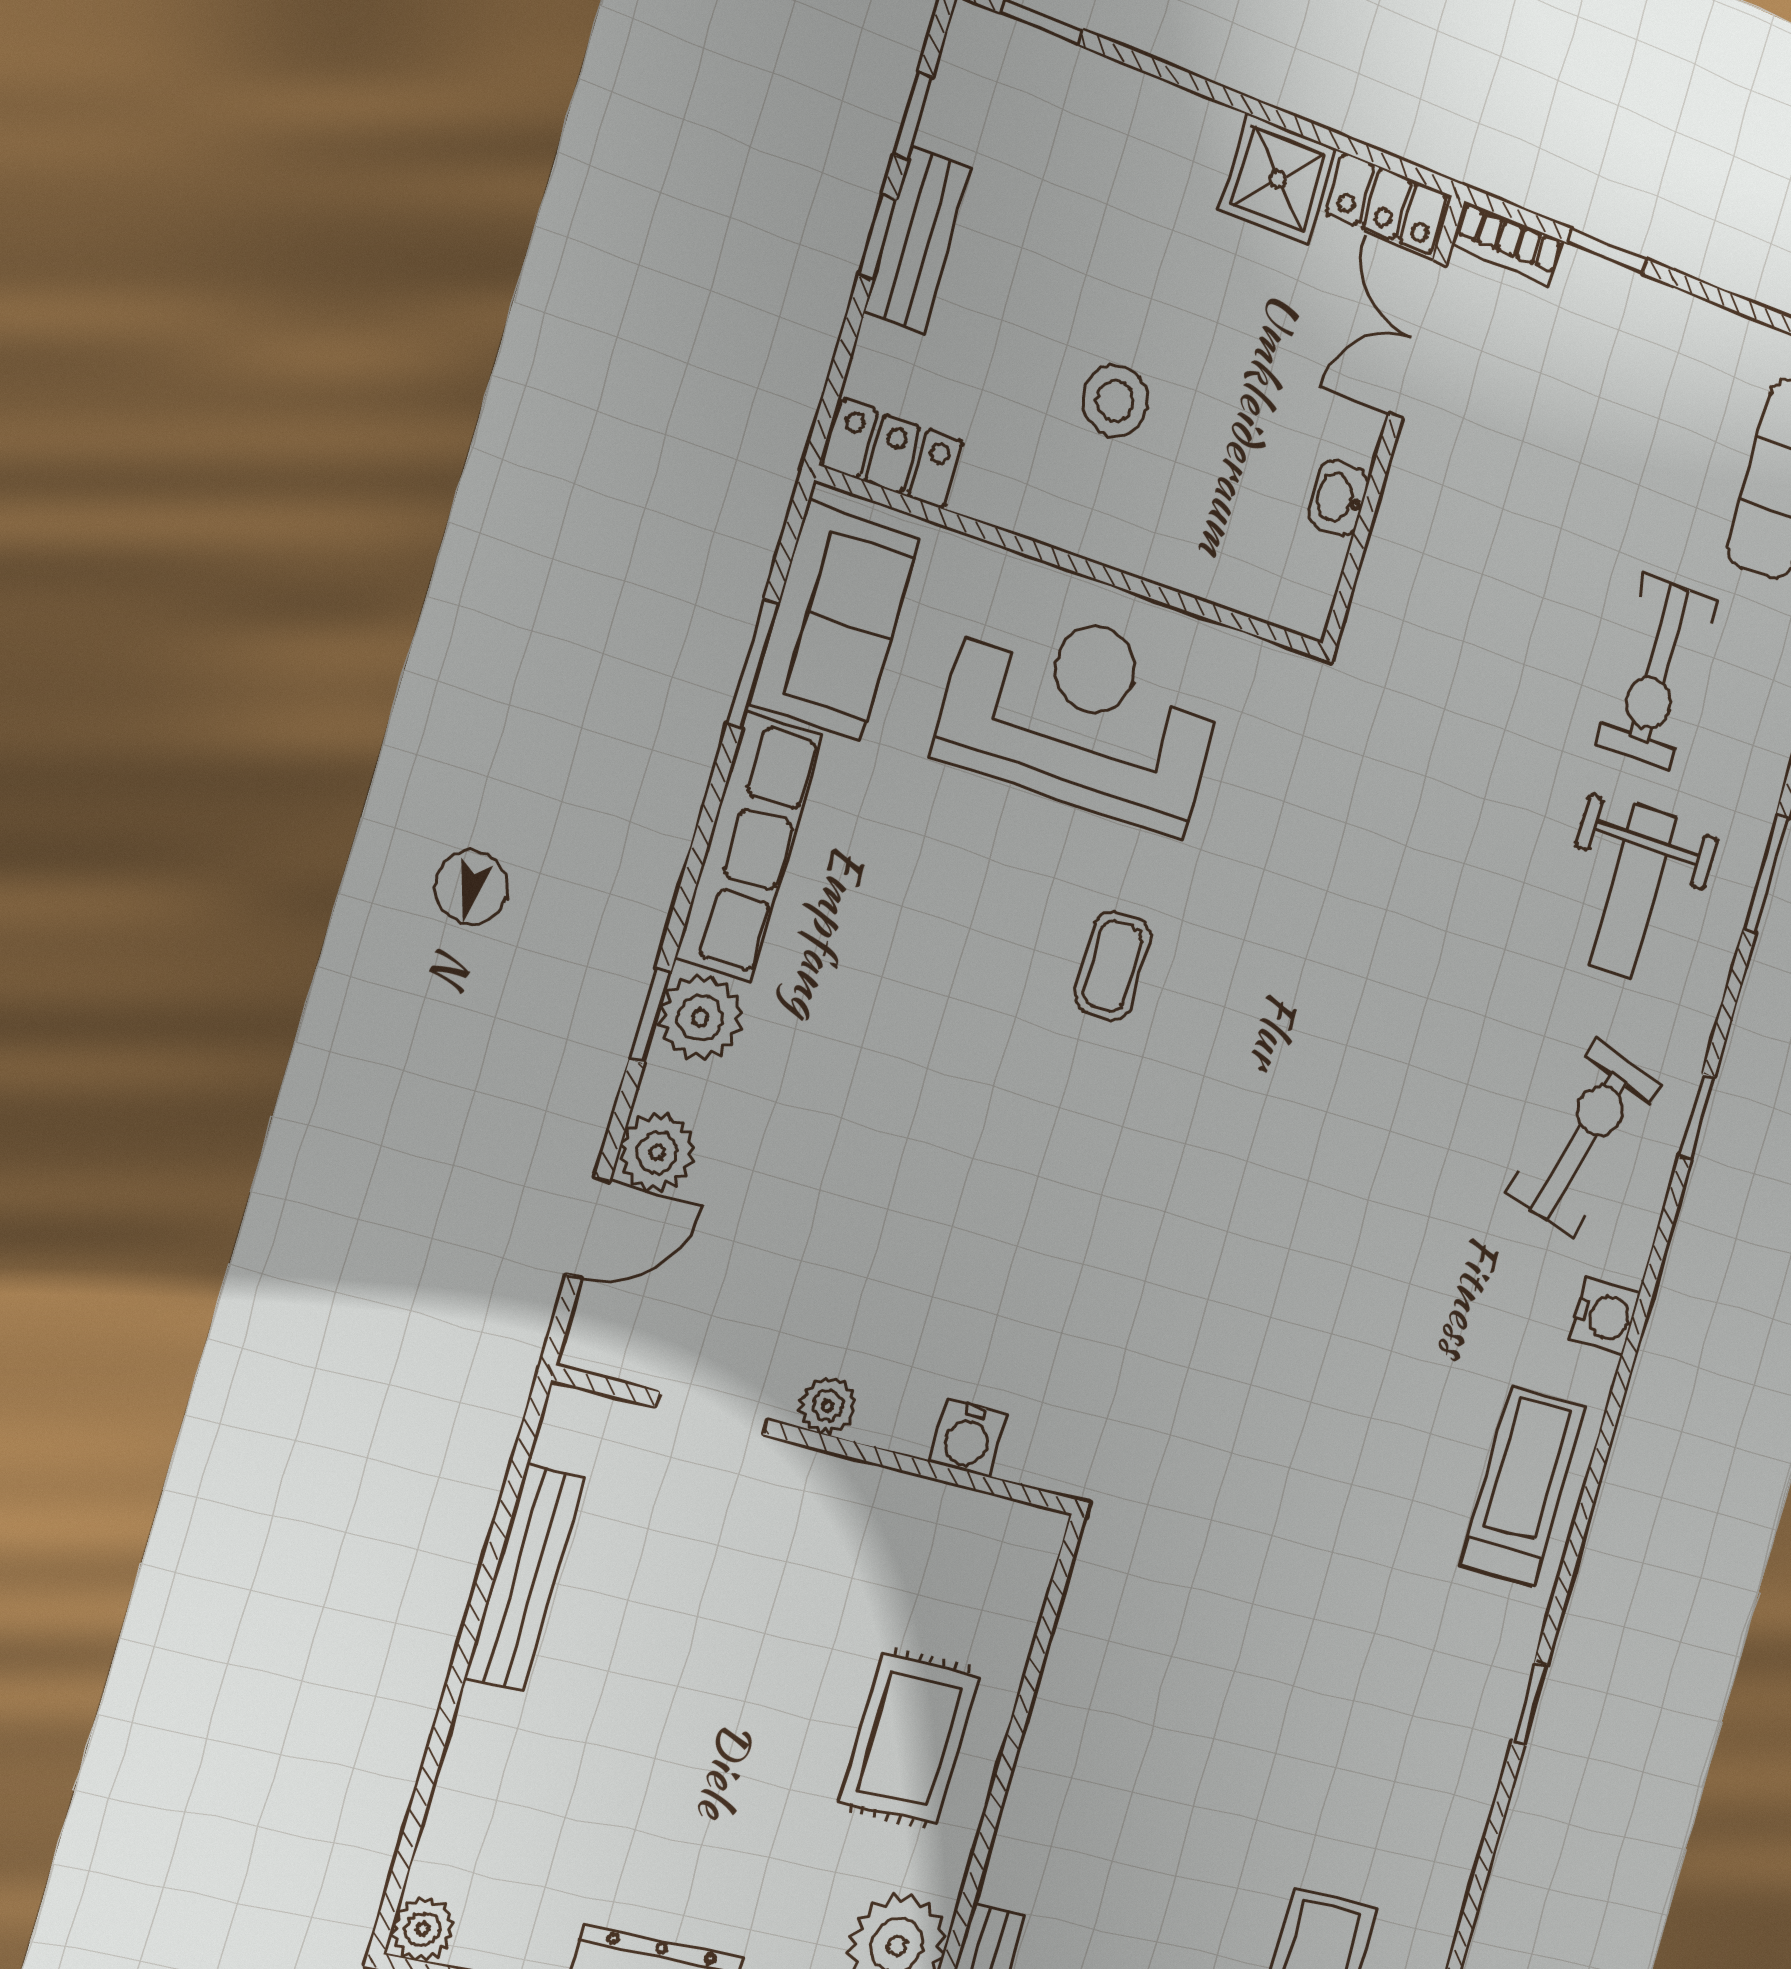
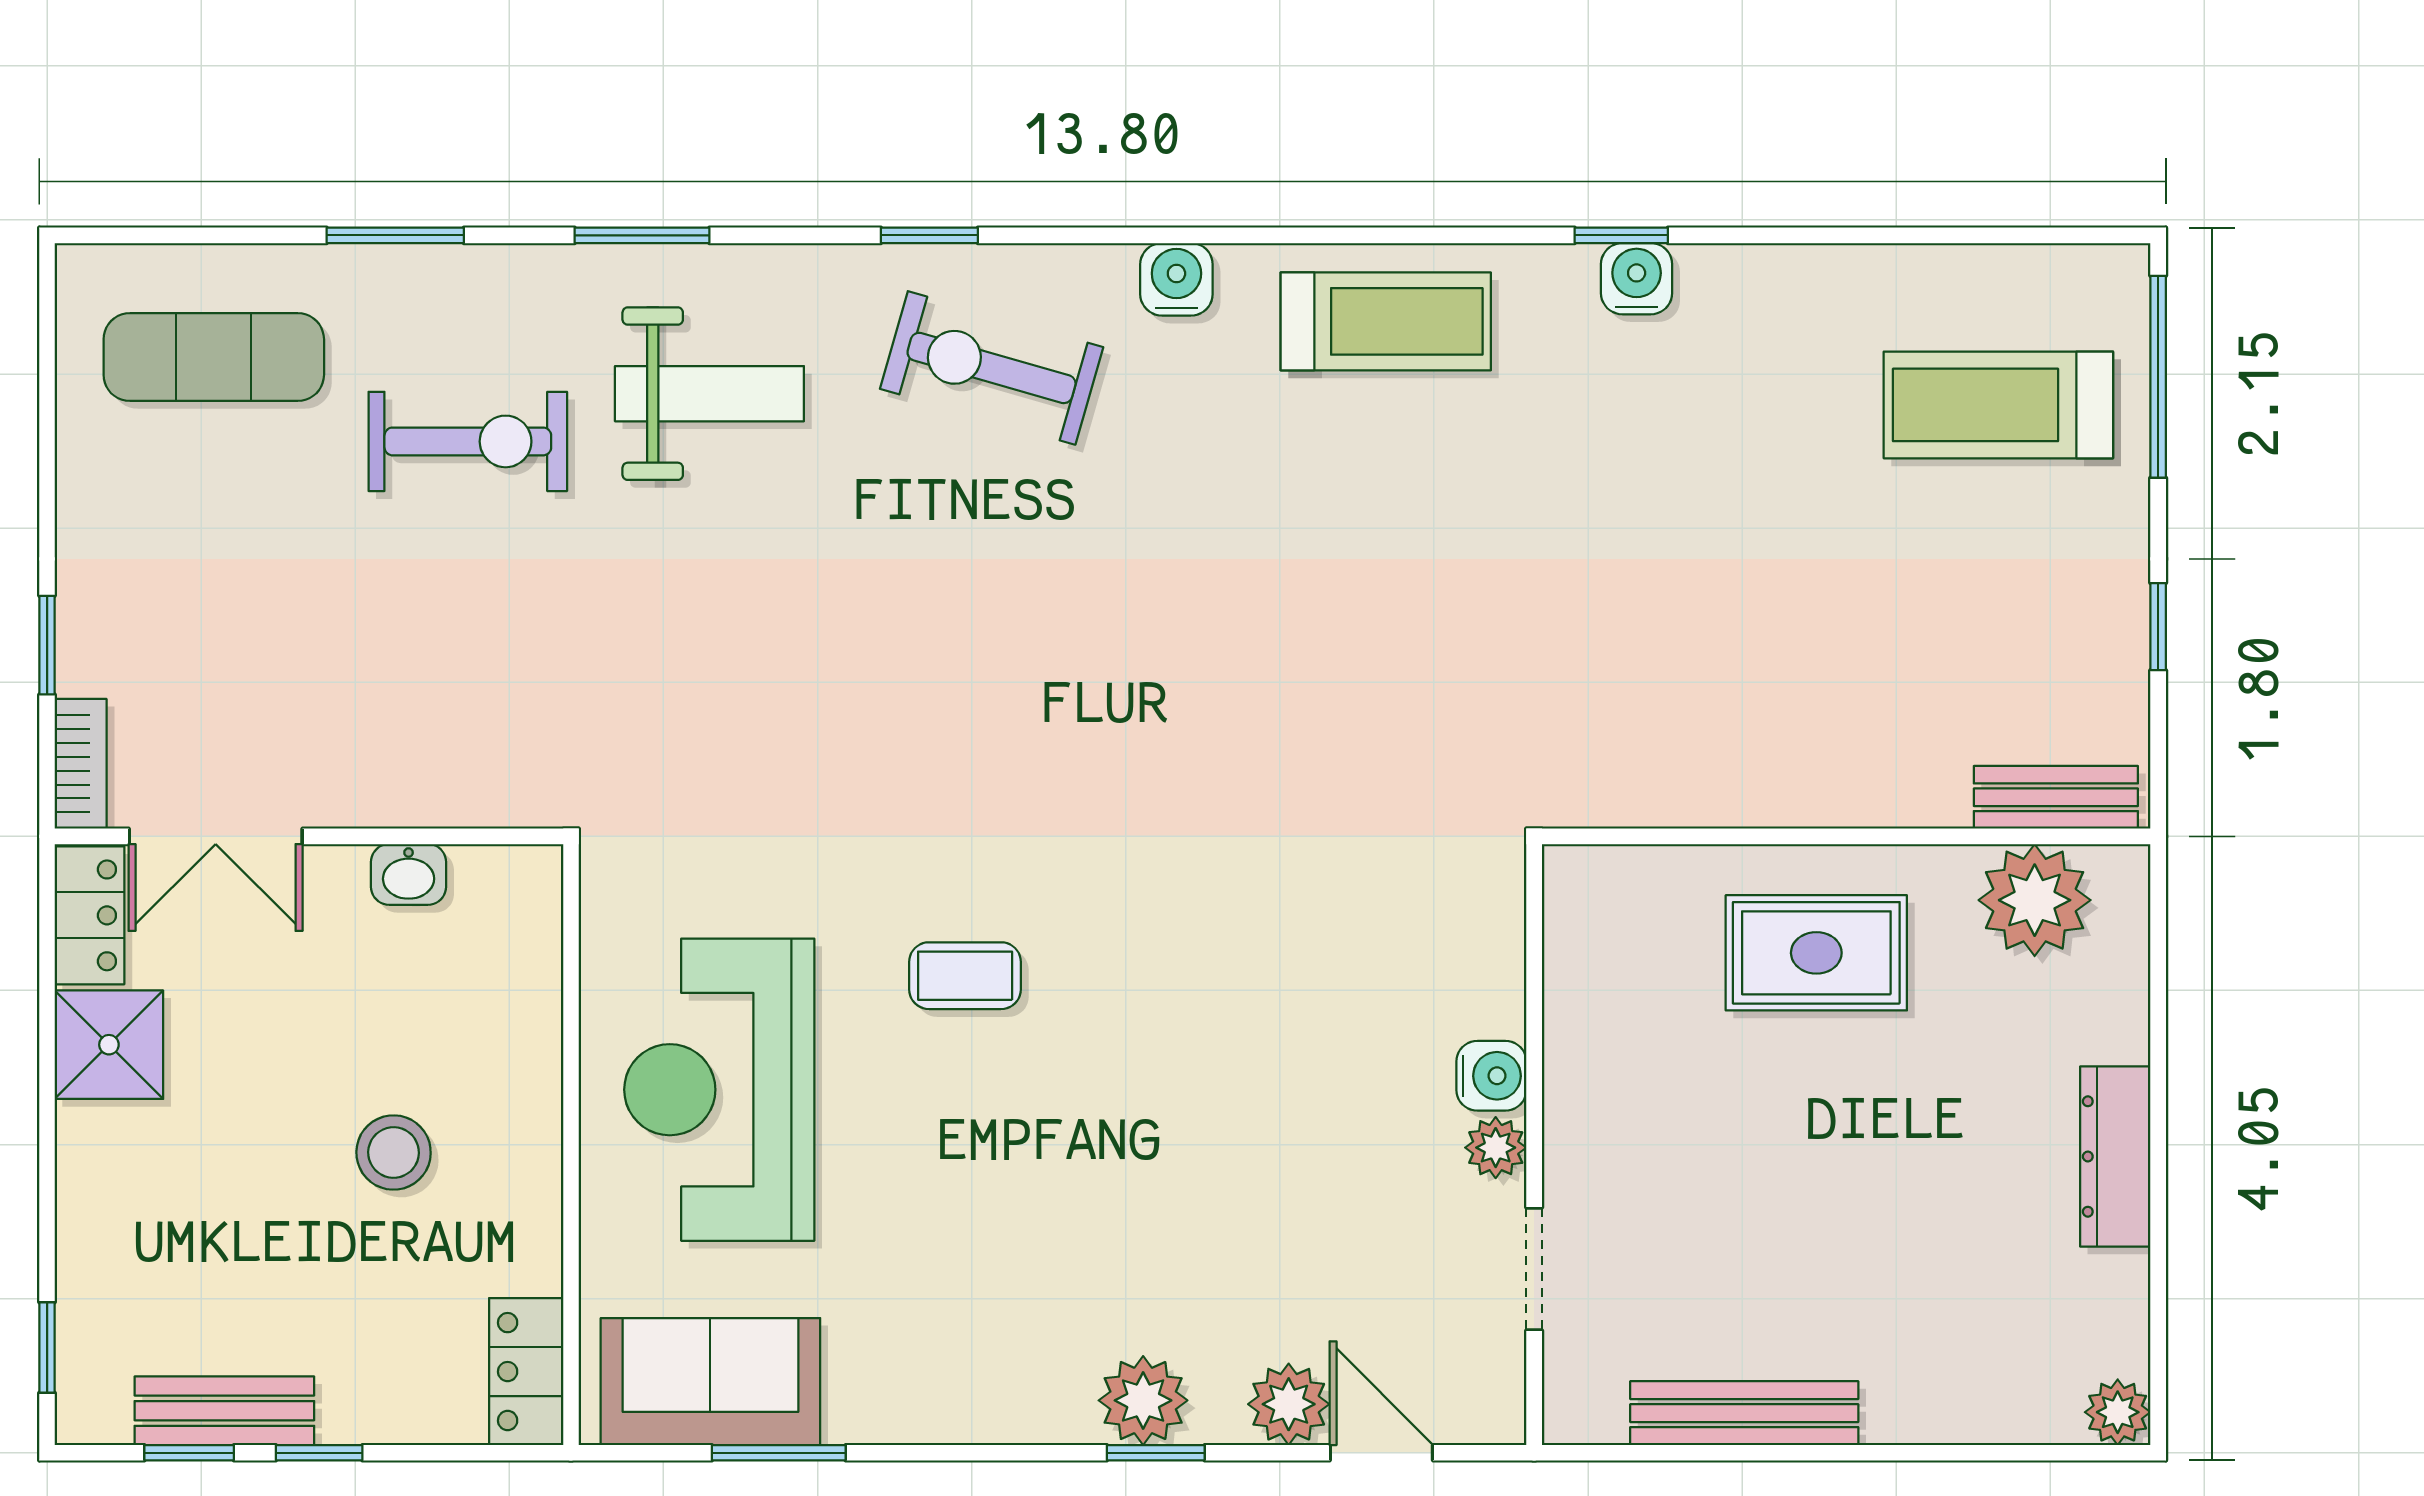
bench: (918, 240) -> (224, 1411), moved
row of seats: (749, 846) -> (959, 1402), removed
water cooler: (968, 1438) -> (1491, 1076), moved
treadmill: (1522, 1486) -> (1386, 321), turned 180
water cooler: (1493, 1709) -> (1637, 279), added

